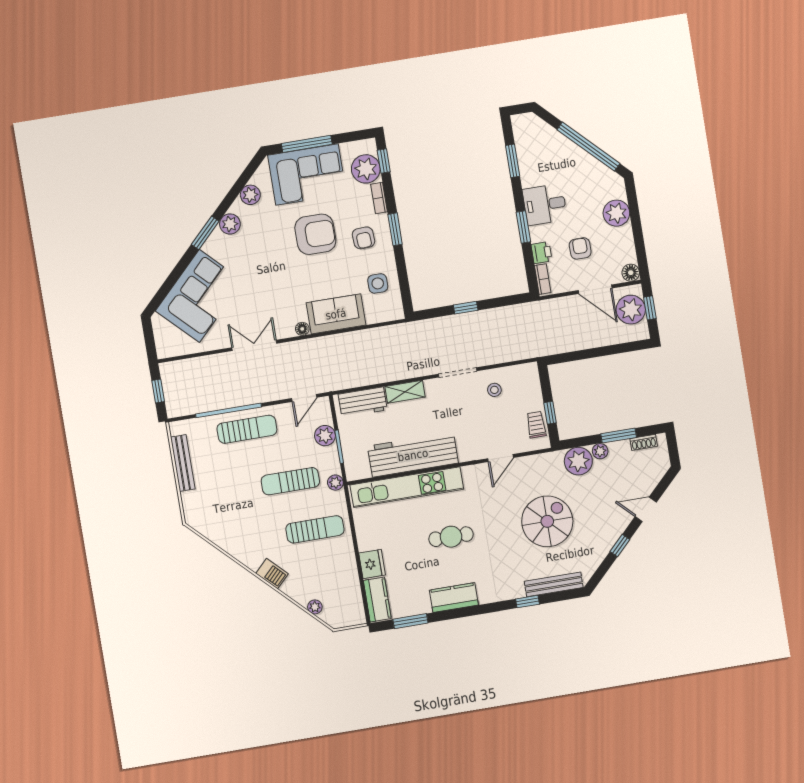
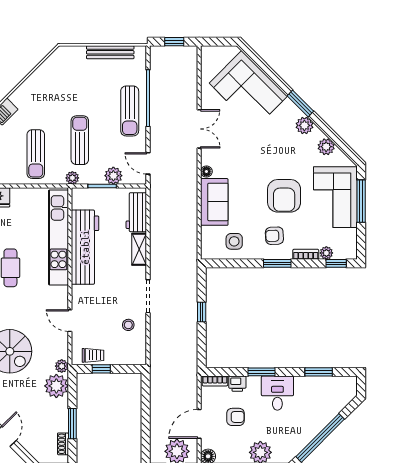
plant: (366, 169) -> (326, 253), width x0.53, depth x0.53
plant: (600, 451) -> (62, 366), moved

